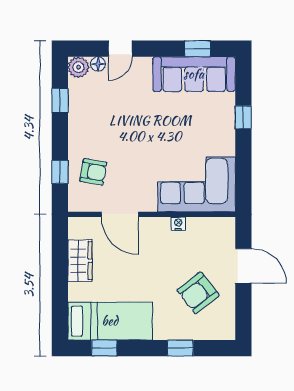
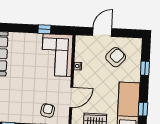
window: (243, 117) -> (44, 29), moved
armchair: (198, 293) -> (116, 57), turned -100

